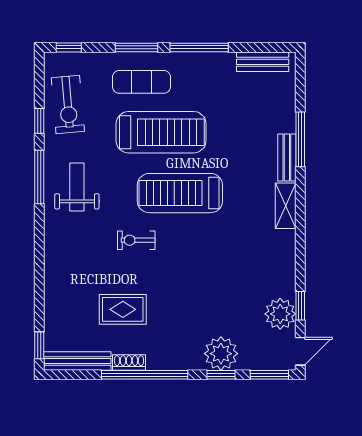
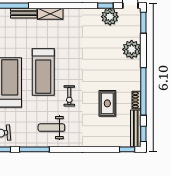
weight bench: (77, 187) -> (51, 128), moved
window: (221, 375) -> (143, 134), moved

